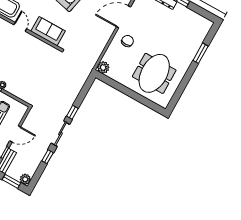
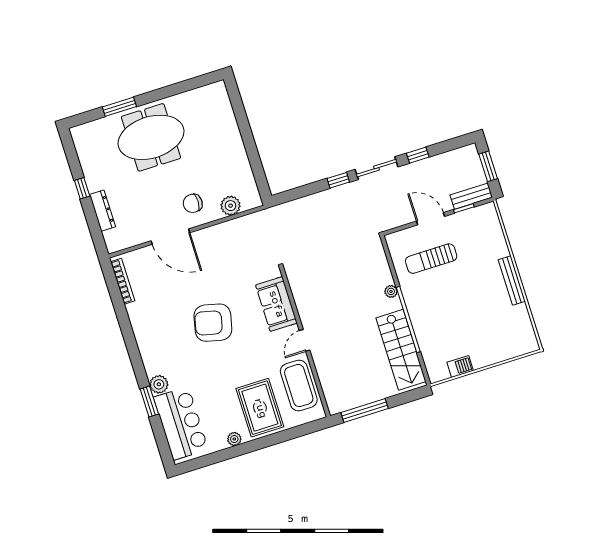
plant: (103, 67) -> (231, 206), moved
meeting table: (154, 73) -> (151, 137), moved
plant: (25, 179) -> (470, 153), removed

